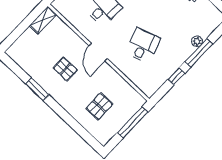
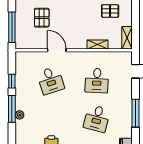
shelving: (74, 38) -> (98, 45), added
door: (98, 52) -> (57, 50), moved
pallet: (65, 69) -> (110, 11), moved

